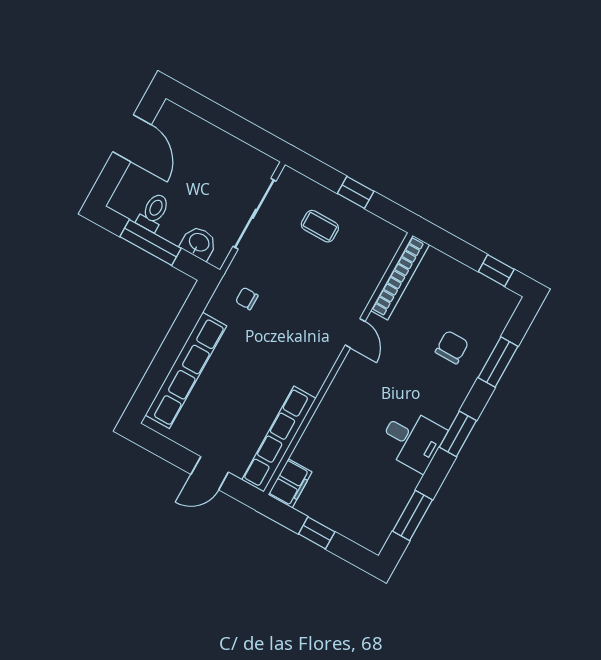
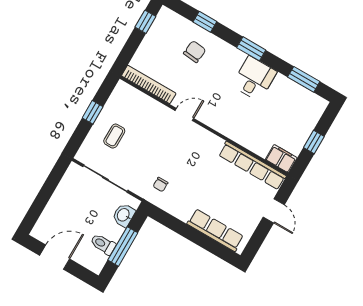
chair: (452, 347) -> (195, 52), turned 96
window: (498, 362) -> (205, 22), width x0.67
row of seats: (186, 370) -> (215, 230), width x0.73

